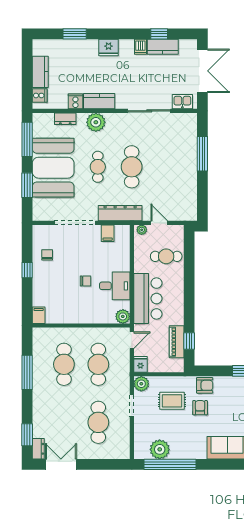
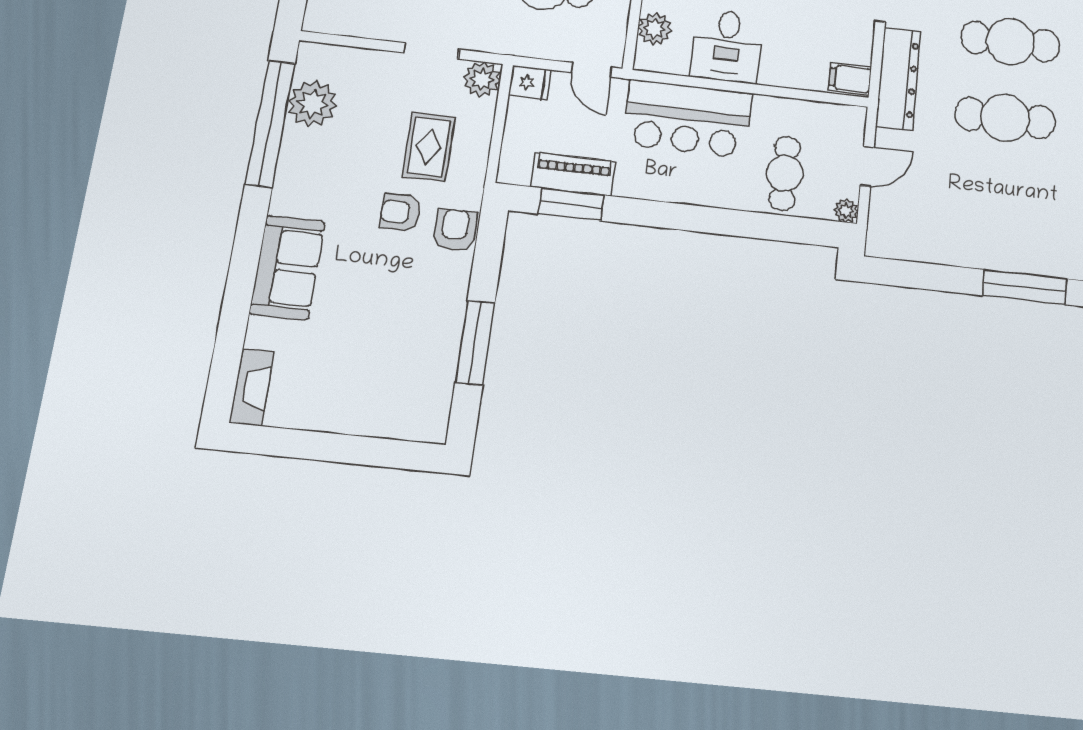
cafe table: (98, 167) -> (1010, 41), width x1.37, depth x1.35
plant: (142, 230) -> (846, 211), moved
filing cabinet: (108, 233) -> (850, 79), moved
plant: (123, 316) -> (655, 29), moved
window: (189, 341) -> (571, 204), width x1.50
armchair: (205, 385) -> (455, 230), turned 180
armchair: (200, 408) -> (400, 212), turned 180

